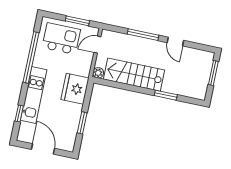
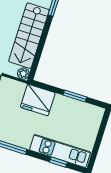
kitchen unit: (34, 95) -> (60, 151), moved
door: (43, 149) -> (98, 140), removed

